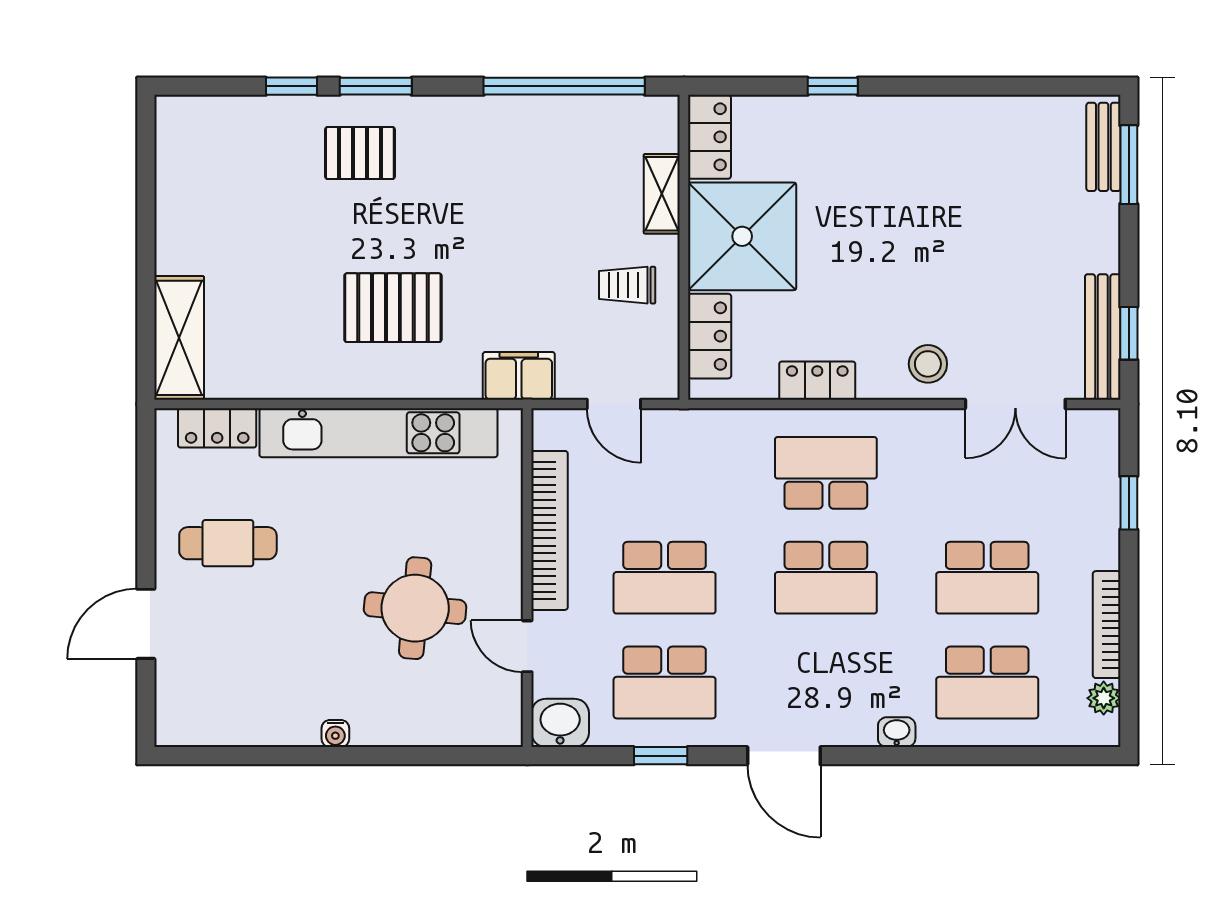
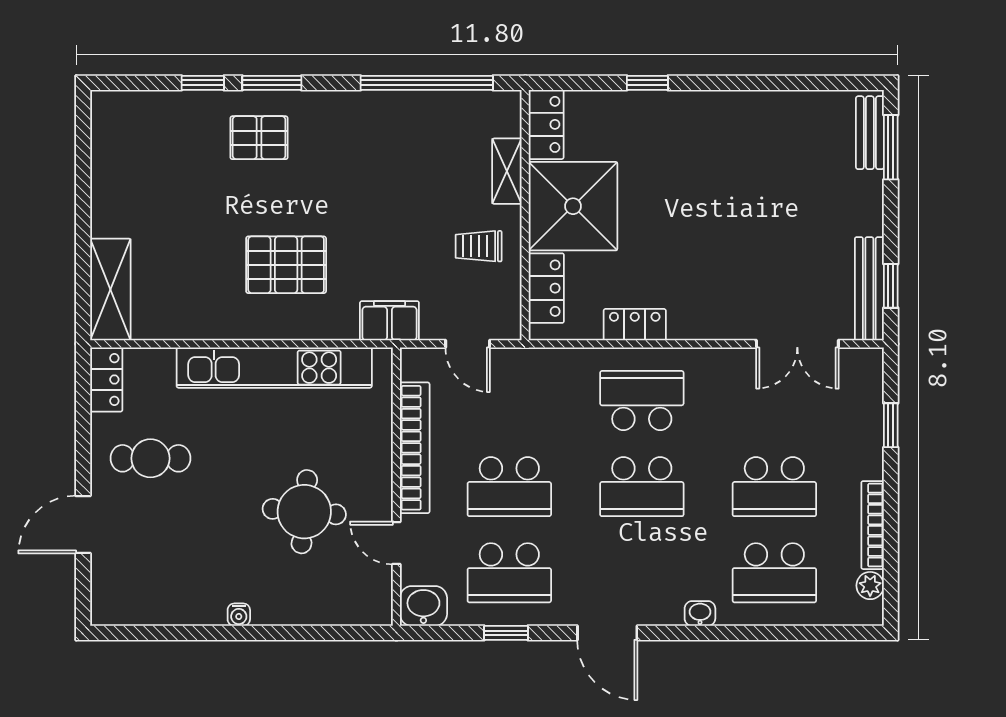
stool: (928, 364) -> (726, 311), removed
locker: (217, 428) -> (106, 380), moved, turned -90

